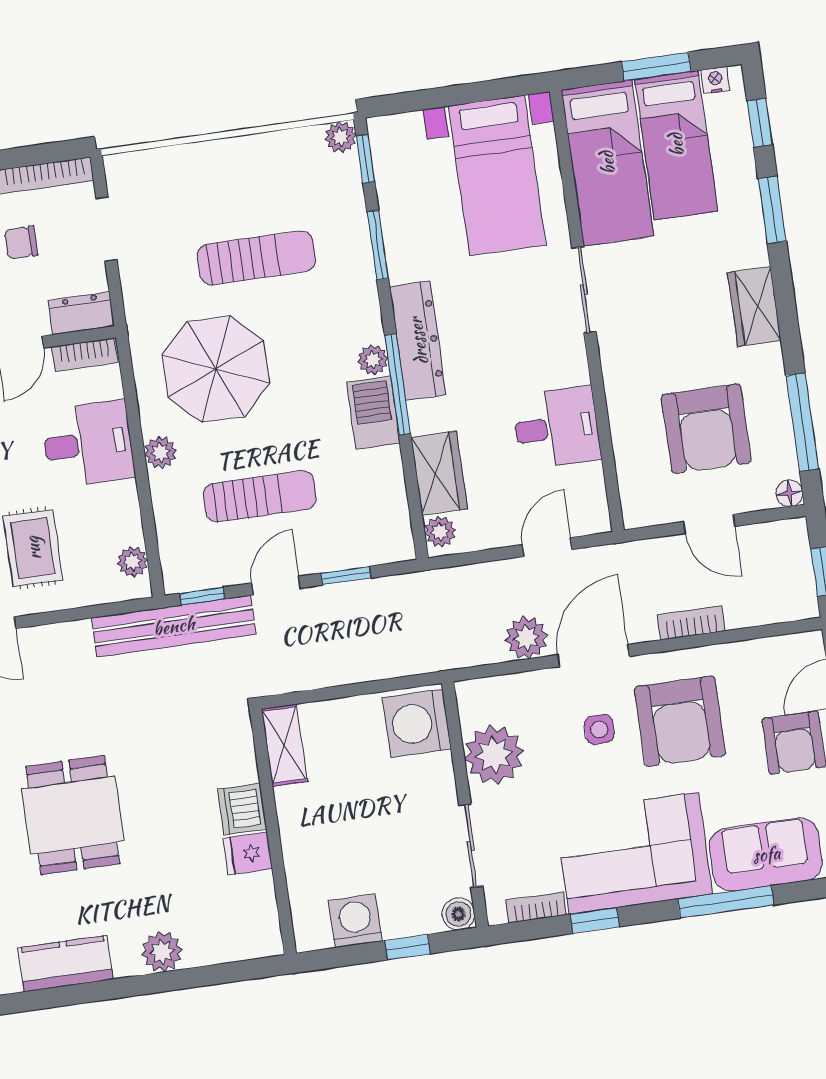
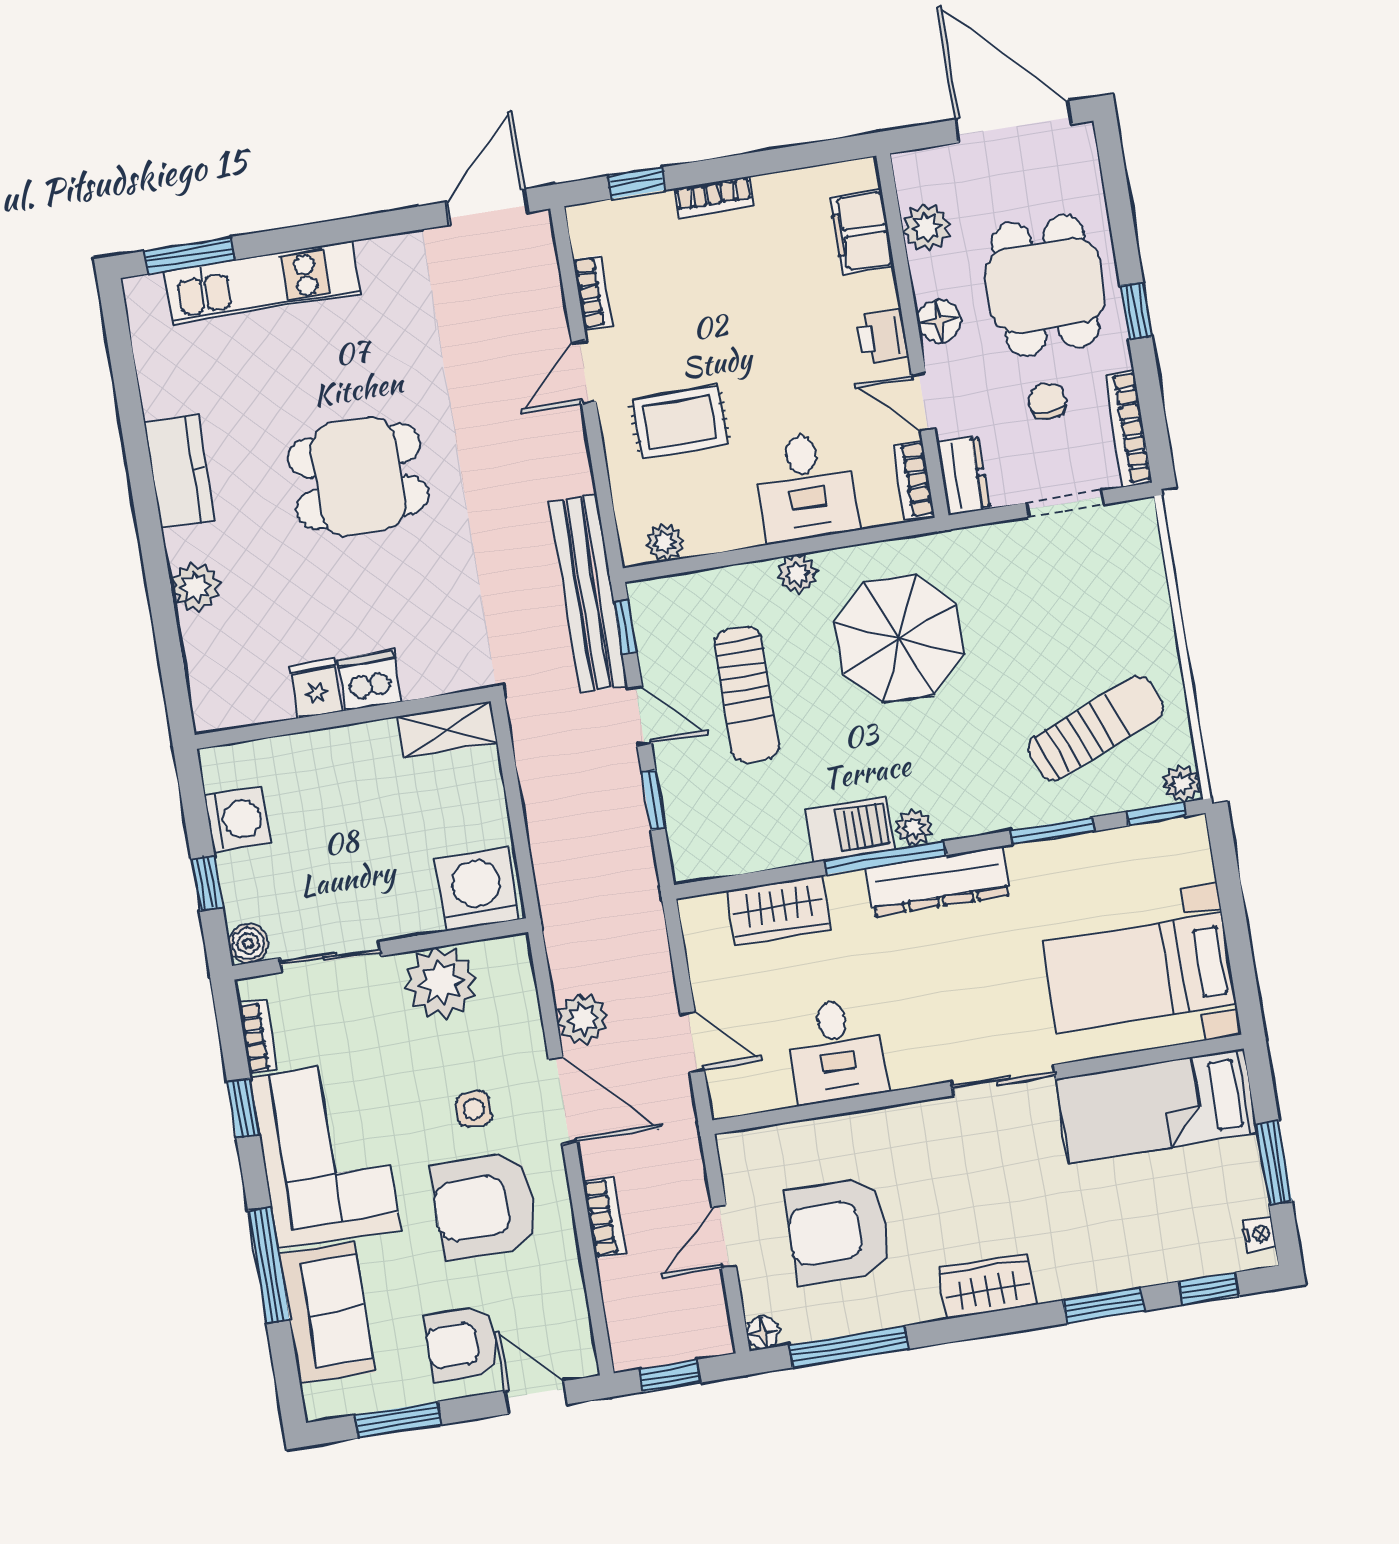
bed: (676, 145) -> (1180, 1188), removed
sun lounger: (256, 258) -> (1096, 728), moved, turned -112
plant: (440, 532) -> (708, 913), removed

